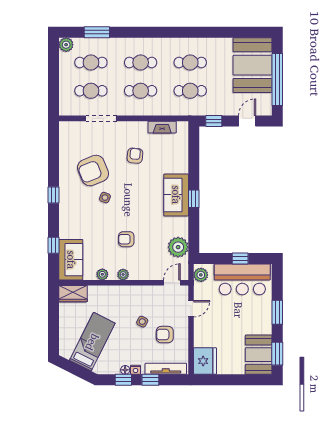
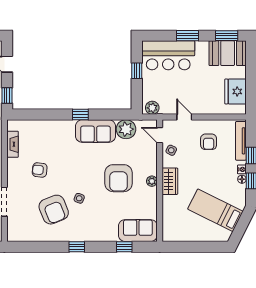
sofa: (176, 195) -> (95, 131), moved
armchair: (126, 239) -> (119, 178), width x1.88, depth x1.88
plant: (102, 274) -> (152, 201), removed
bar counter: (242, 279) -> (168, 55), moved, turned 90
wardrobe: (73, 294) -> (170, 181), moved
side table: (142, 322) -> (171, 150), moved
fridge: (205, 361) -> (236, 91), moved, turned -90

